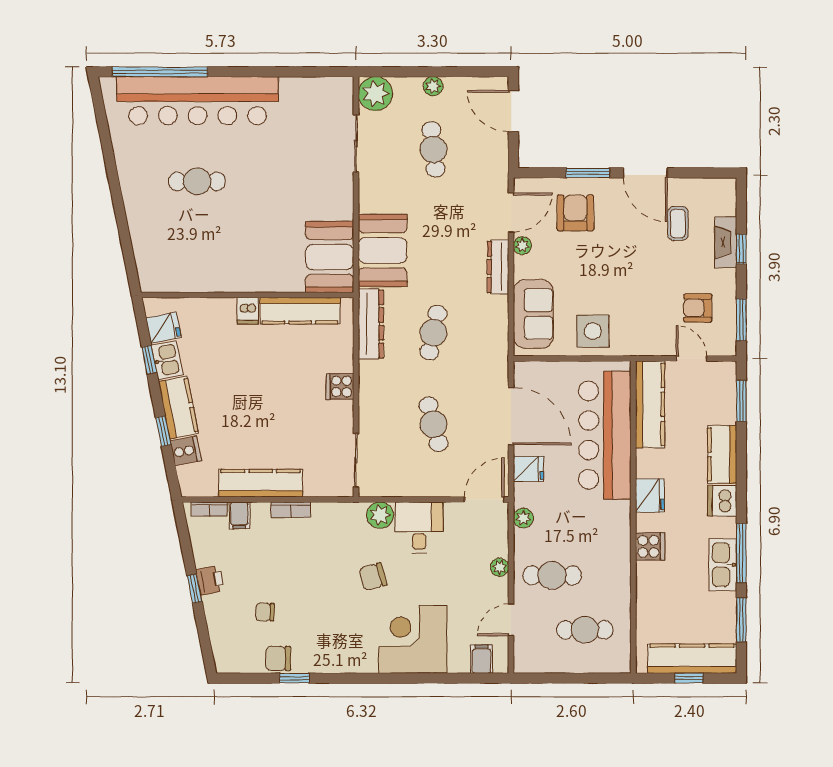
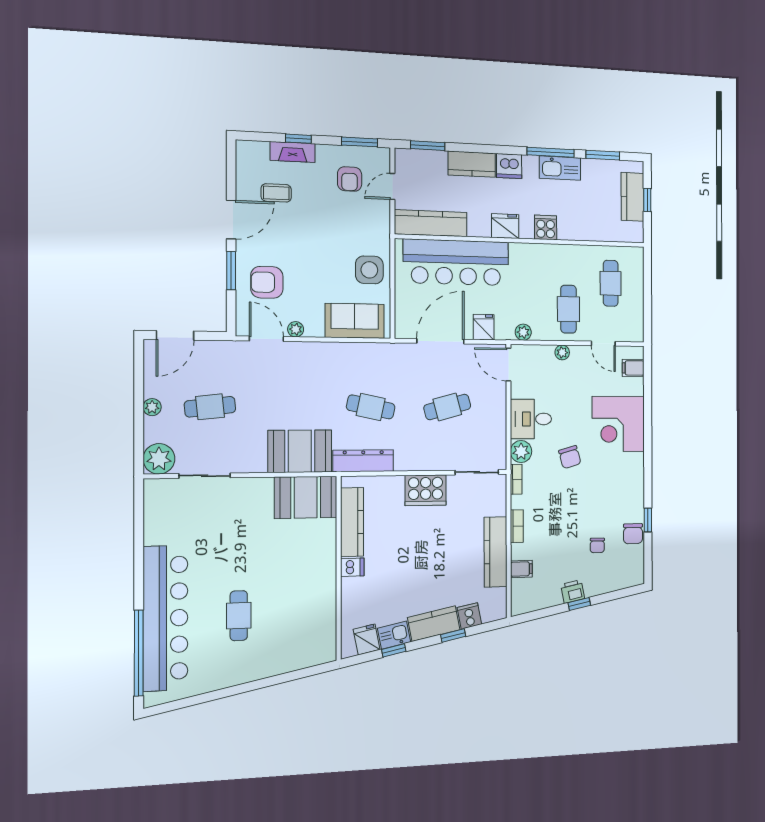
dresser: (498, 267) -> (314, 351), removed
cooker: (340, 387) -> (426, 490), width x1.87, depth x1.31
bookcase: (209, 509) -> (516, 479), moved
kitchen counter: (692, 659) -> (633, 197), width x0.67

